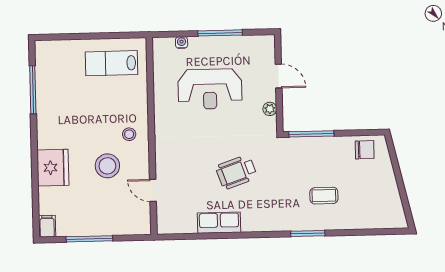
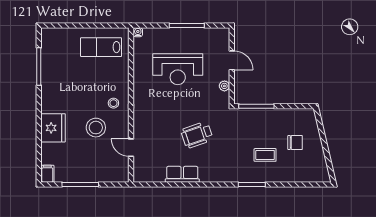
water cooler: (182, 43) -> (138, 32), moved
chair: (365, 150) -> (295, 142), moved

